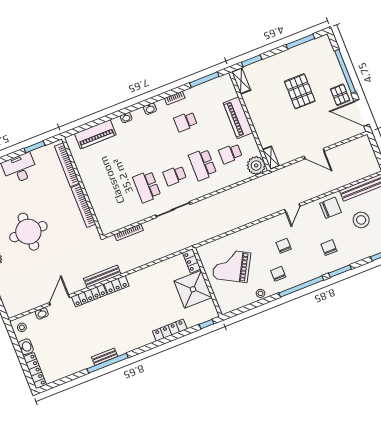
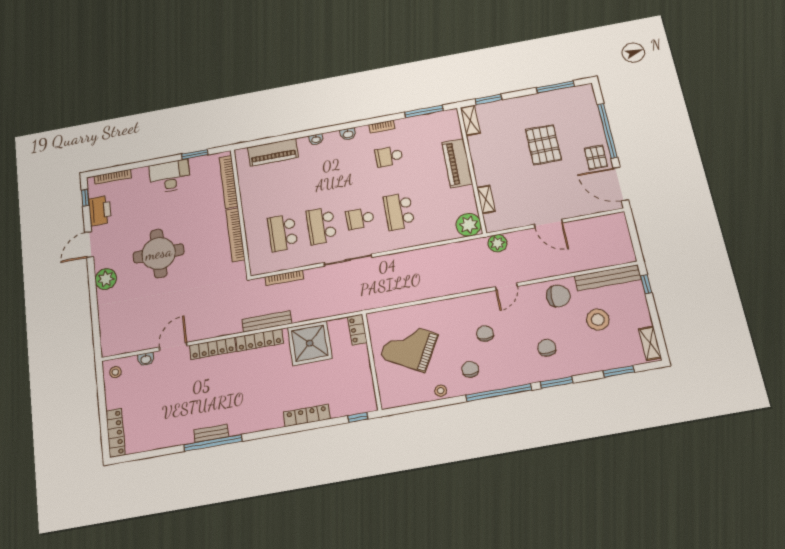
school desk: (230, 154) -> (283, 233), moved, width x1.85
shelving: (271, 158) -> (486, 199), moved
plant: (280, 176) -> (497, 243), added
bench: (102, 276) -> (267, 321), moved
locker: (117, 285) -> (259, 340), width x1.53
shower: (193, 289) -> (310, 343), moved
washbasin: (26, 347) -> (113, 399), removed

